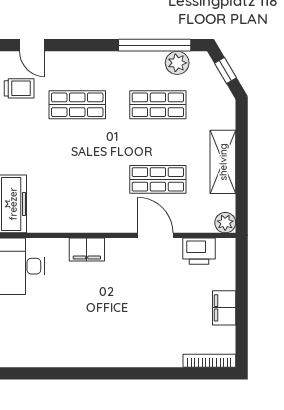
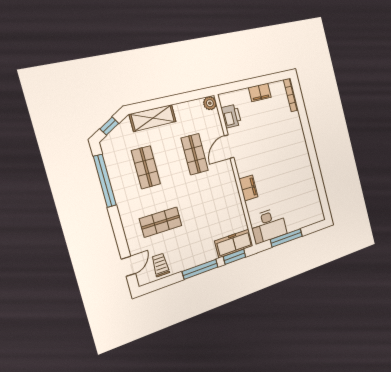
plant: (177, 63) -> (113, 162), removed
shop shelf: (77, 105) -> (161, 222), turned 90
shelving: (223, 162) -> (153, 118), moved

